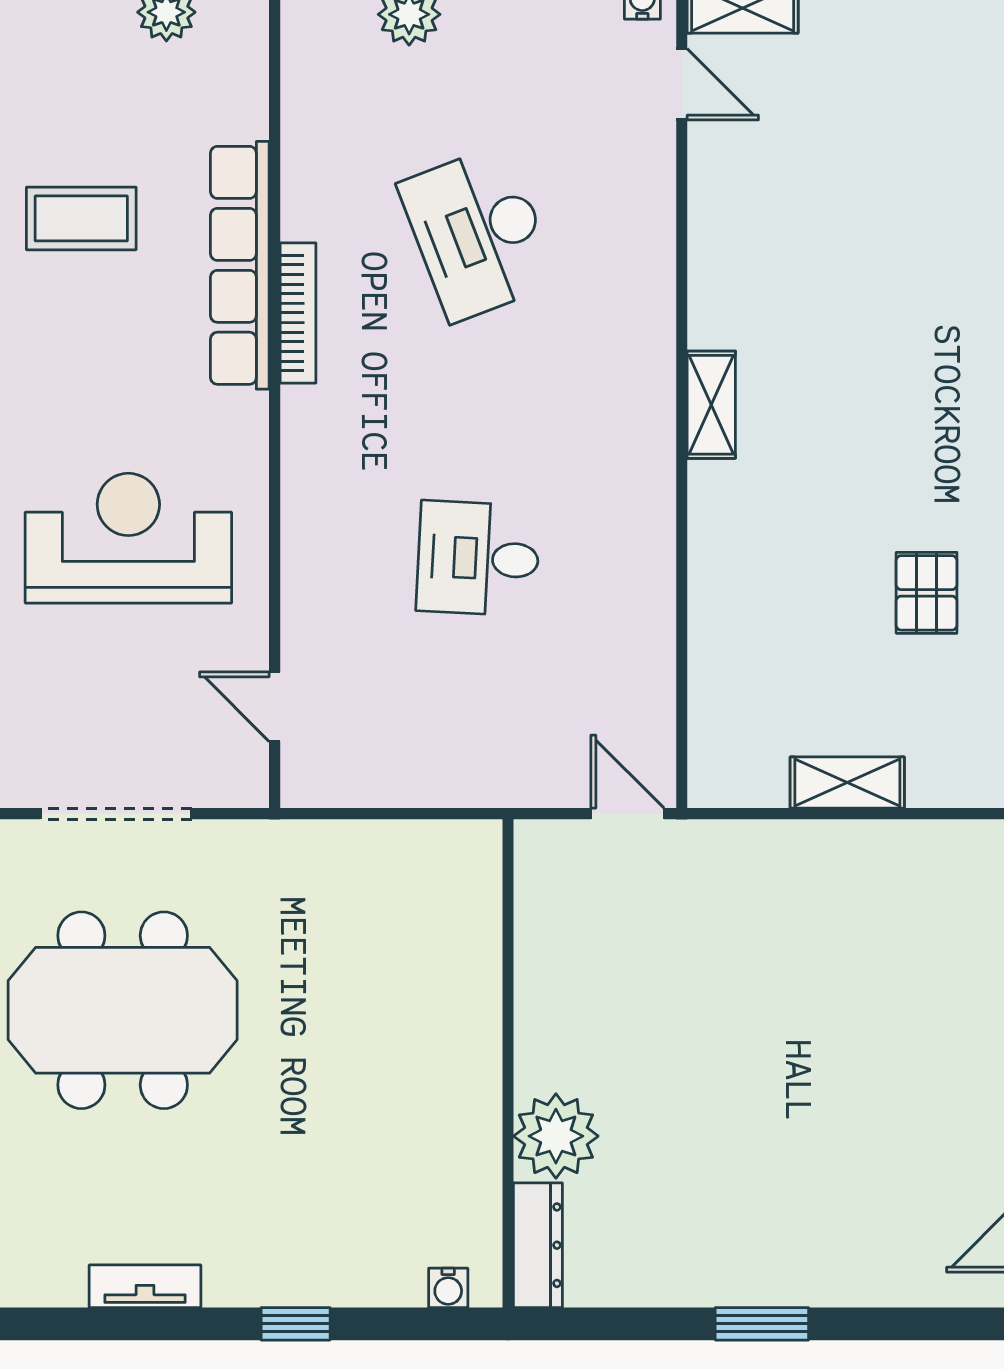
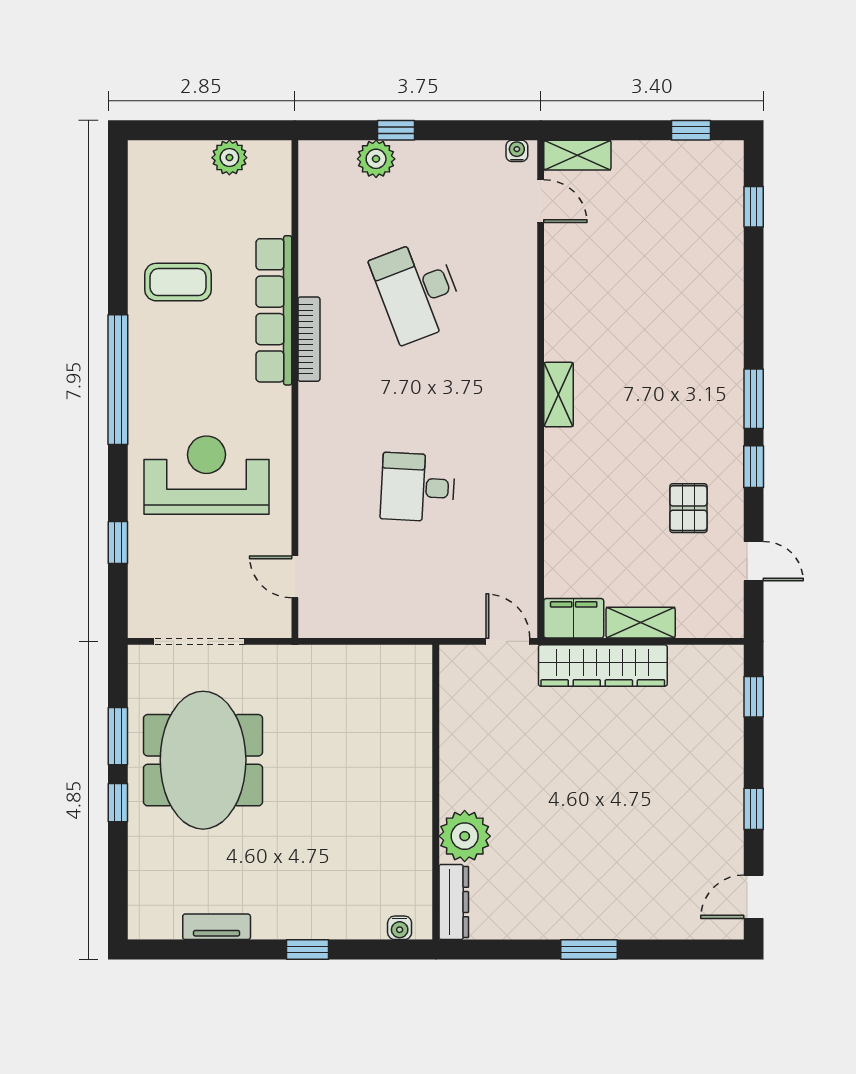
filing cabinet: (737, 775) -> (574, 618), added
wardrobe: (785, 854) -> (603, 666), added
meeting table: (123, 1010) -> (203, 760), turned 90

